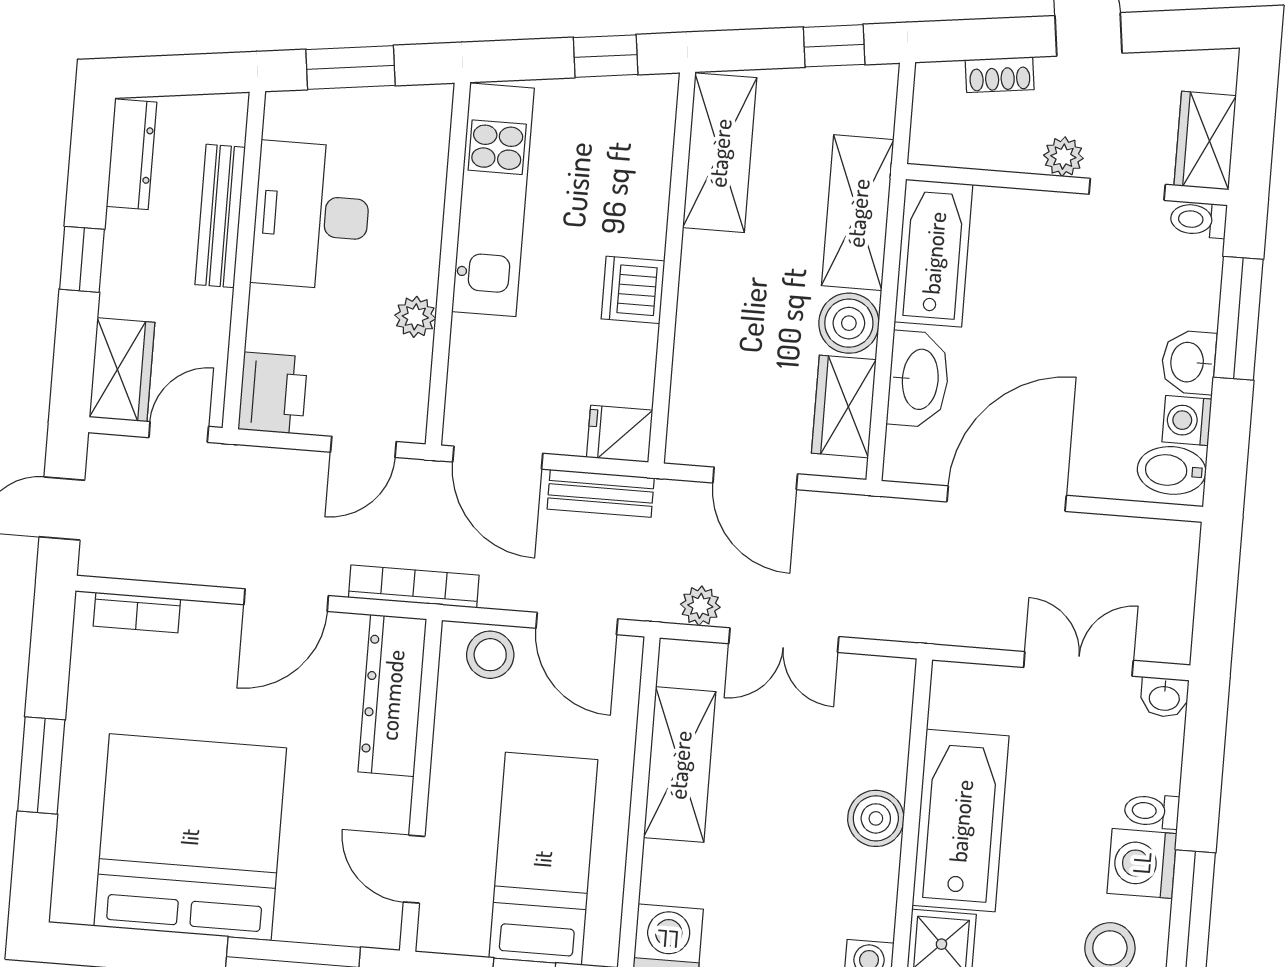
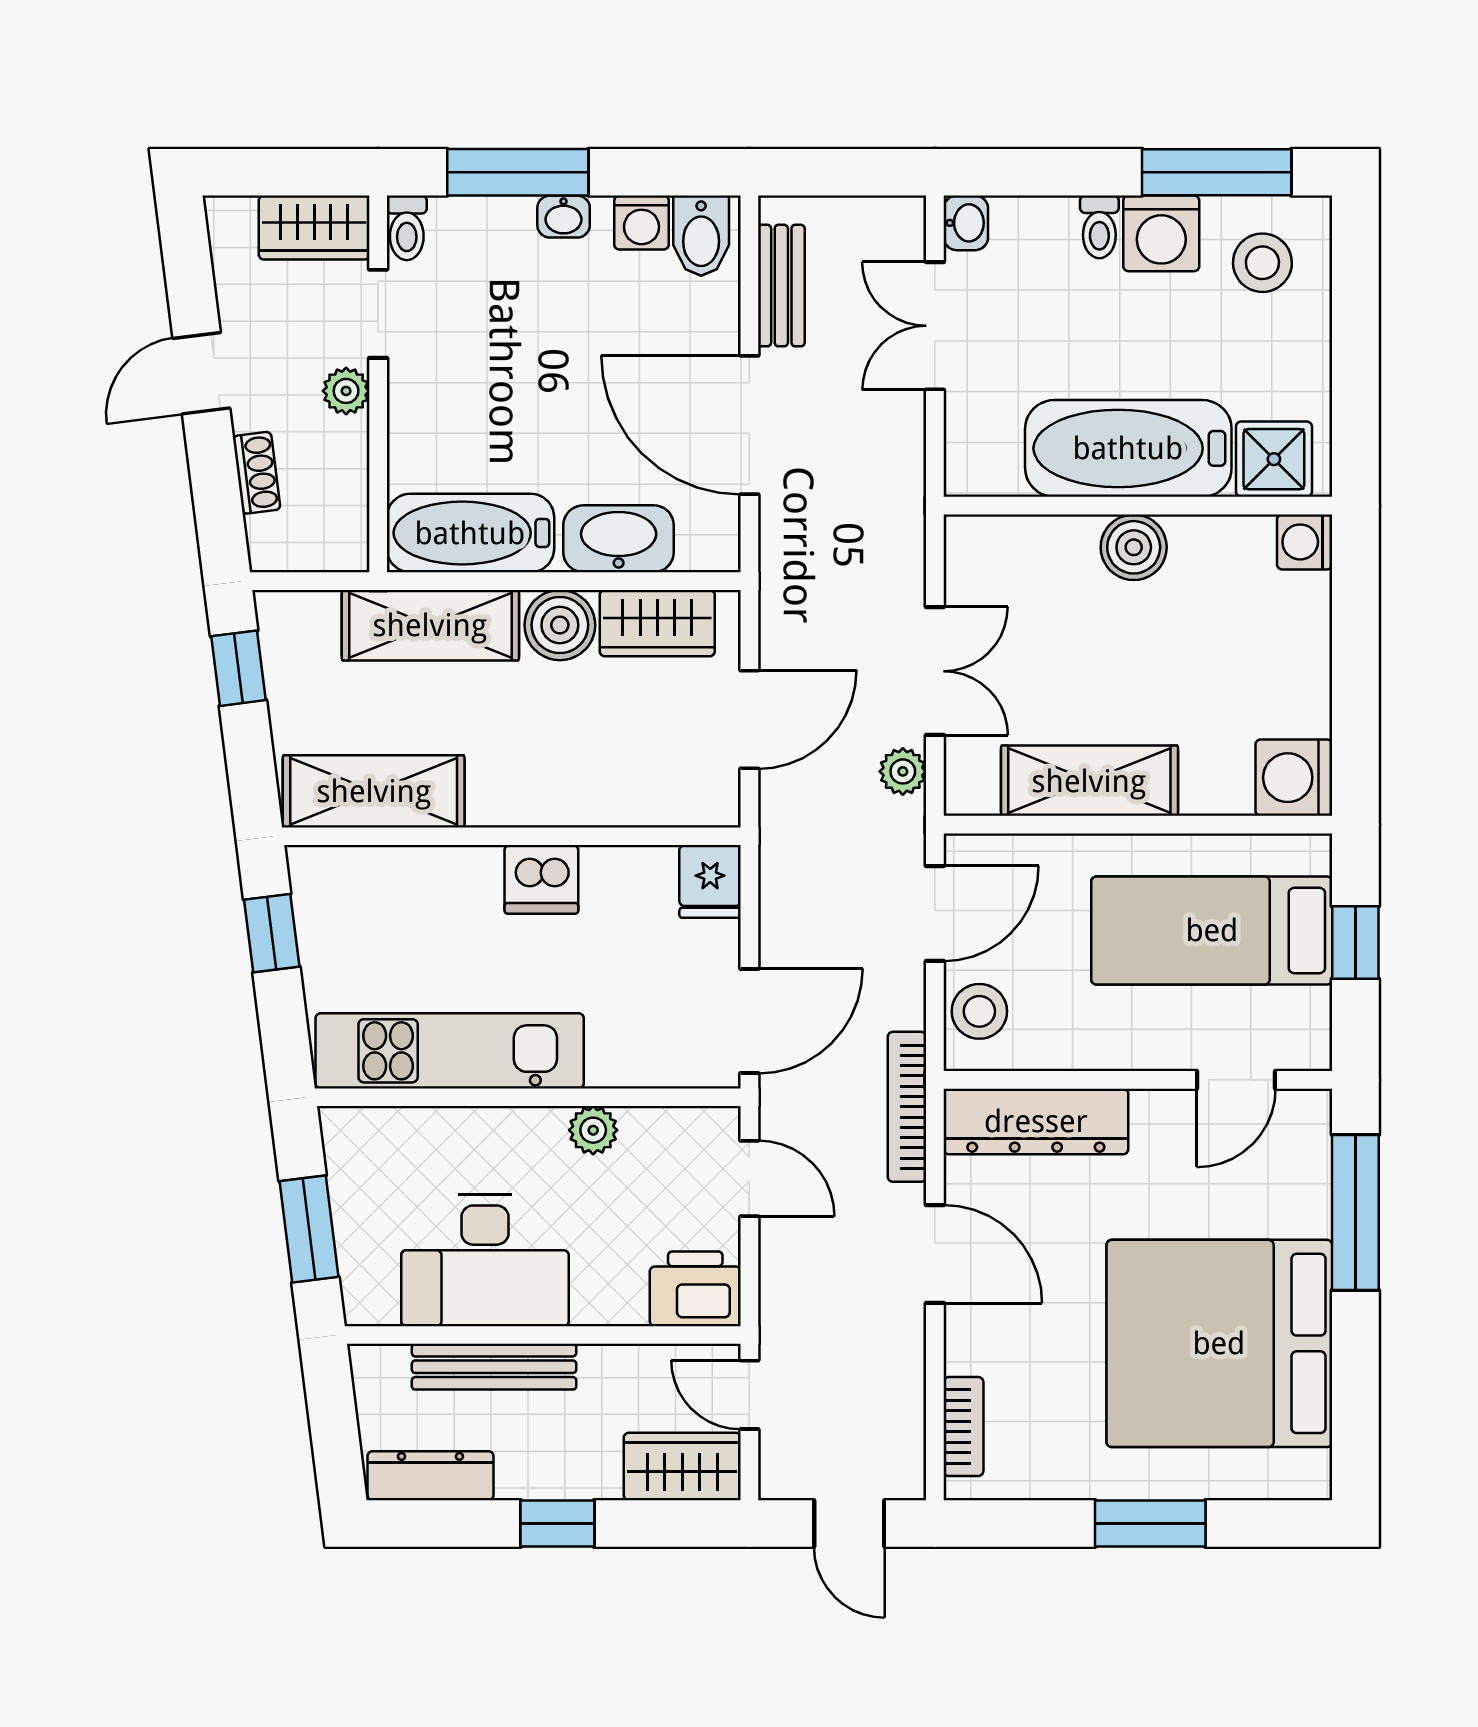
washbasin: (1189, 362) -> (564, 217), width x0.72, depth x0.69
bench: (601, 493) -> (781, 286), moved

